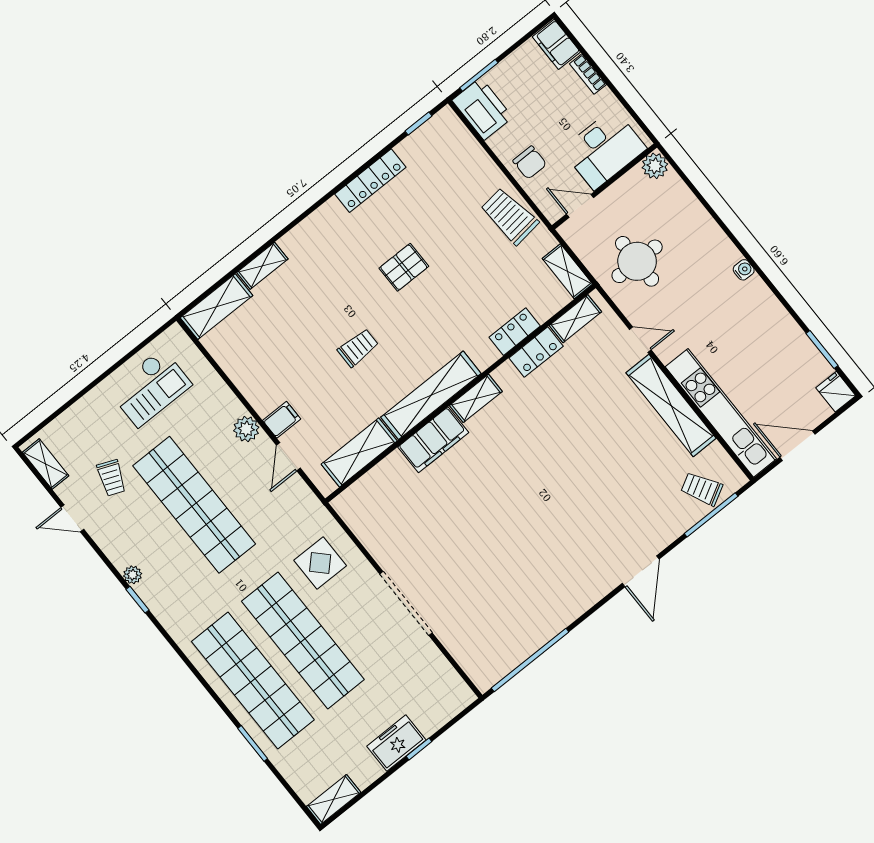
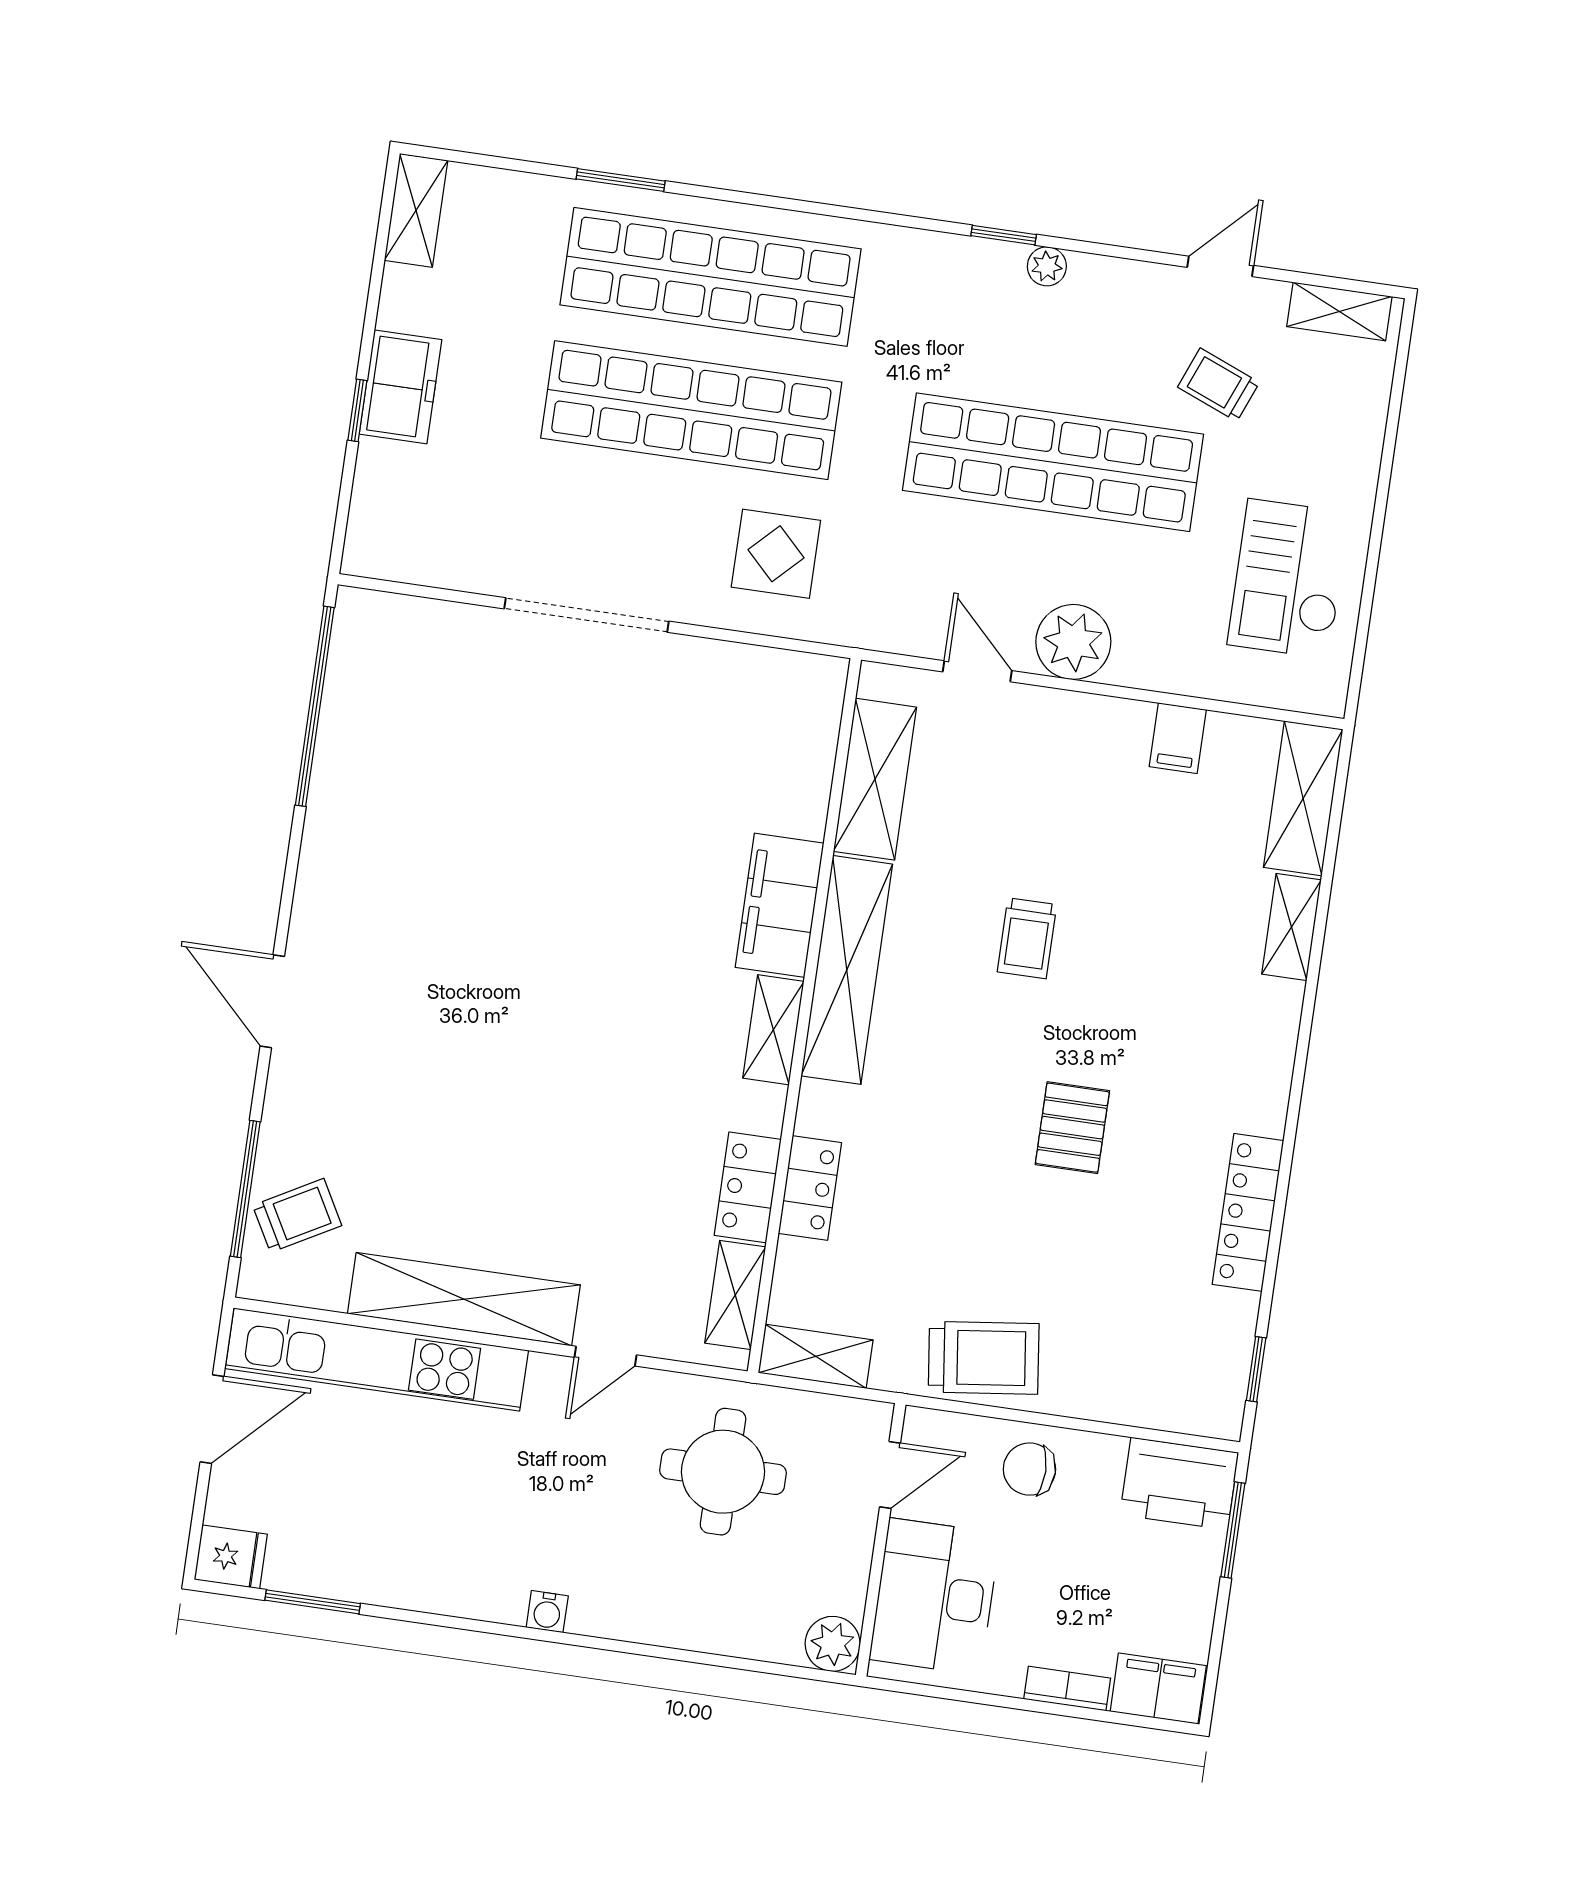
filing cabinet: (282, 420) -> (1178, 738), moved
plant: (246, 429) -> (1073, 642), width x1.36, depth x1.36

